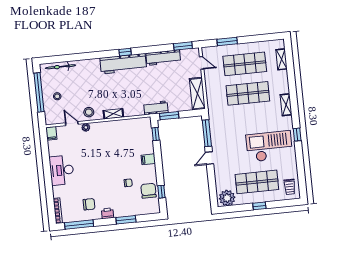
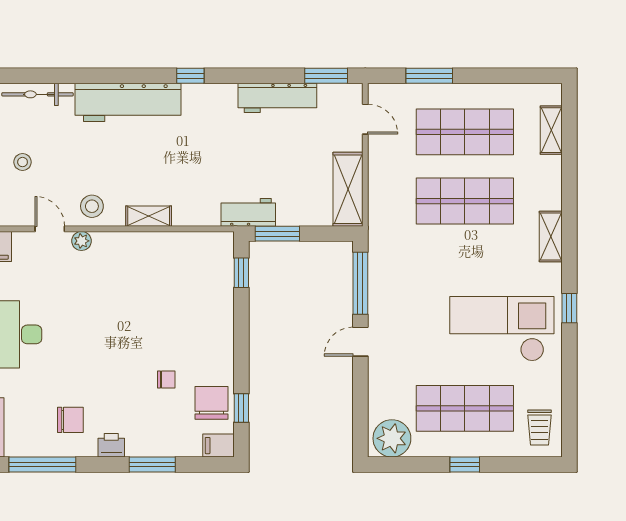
workbench: (123, 64) -> (128, 102), moved
filing cabinet: (148, 159) -> (218, 446), moved

